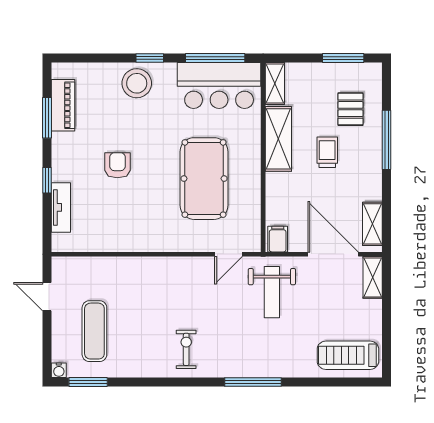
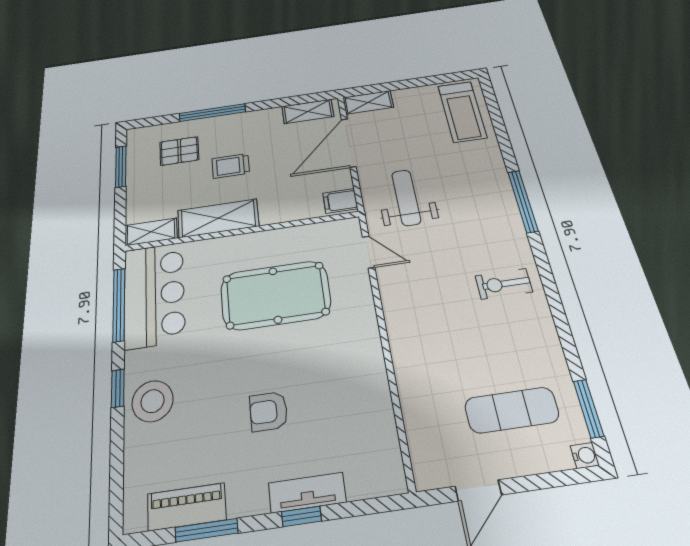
tv unit: (61, 207) -> (307, 493), moved
weight bench: (272, 292) -> (406, 197), turned -90

